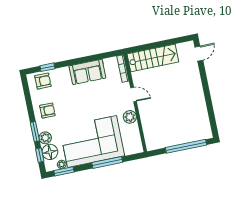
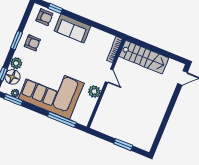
sofa: (87, 72) -> (73, 28), moved
window: (35, 132) -> (16, 40), moved
window: (186, 146) -> (123, 145), width x0.47
window: (107, 162) -> (62, 120), moved

